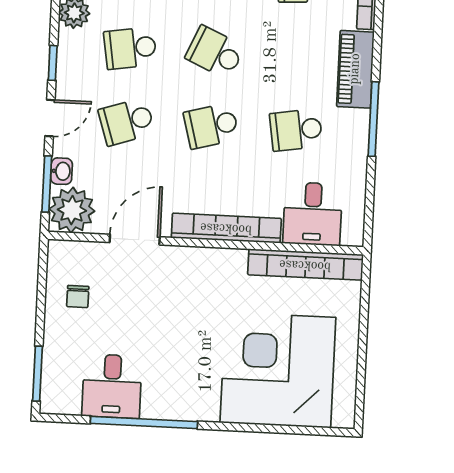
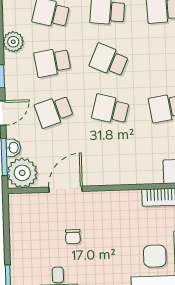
school desk: (211, 126) -> (110, 109), turned 30
bookcase: (226, 228) -> (126, 177), removed
chair: (78, 296) -> (73, 237), moved

